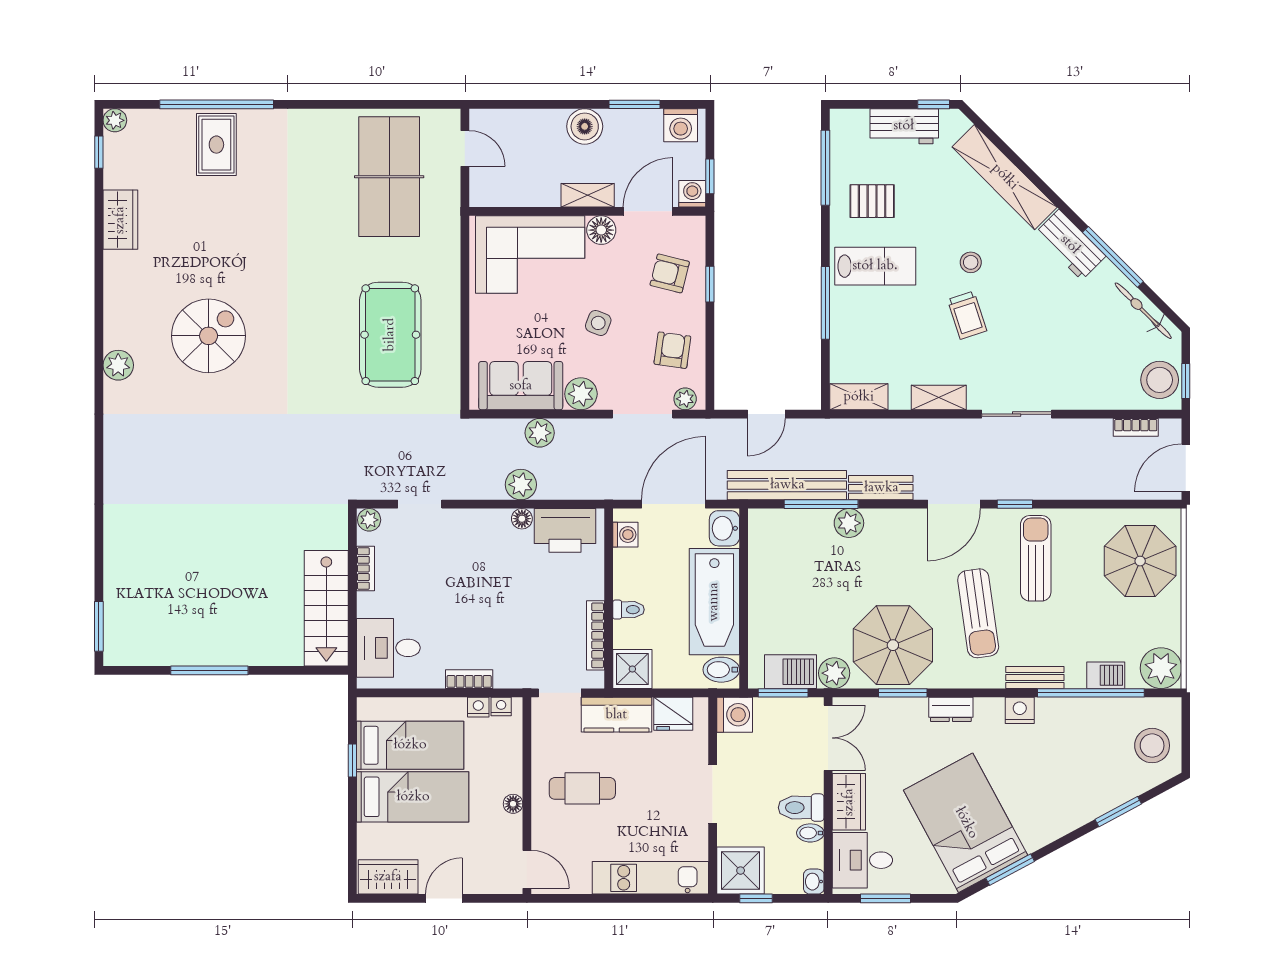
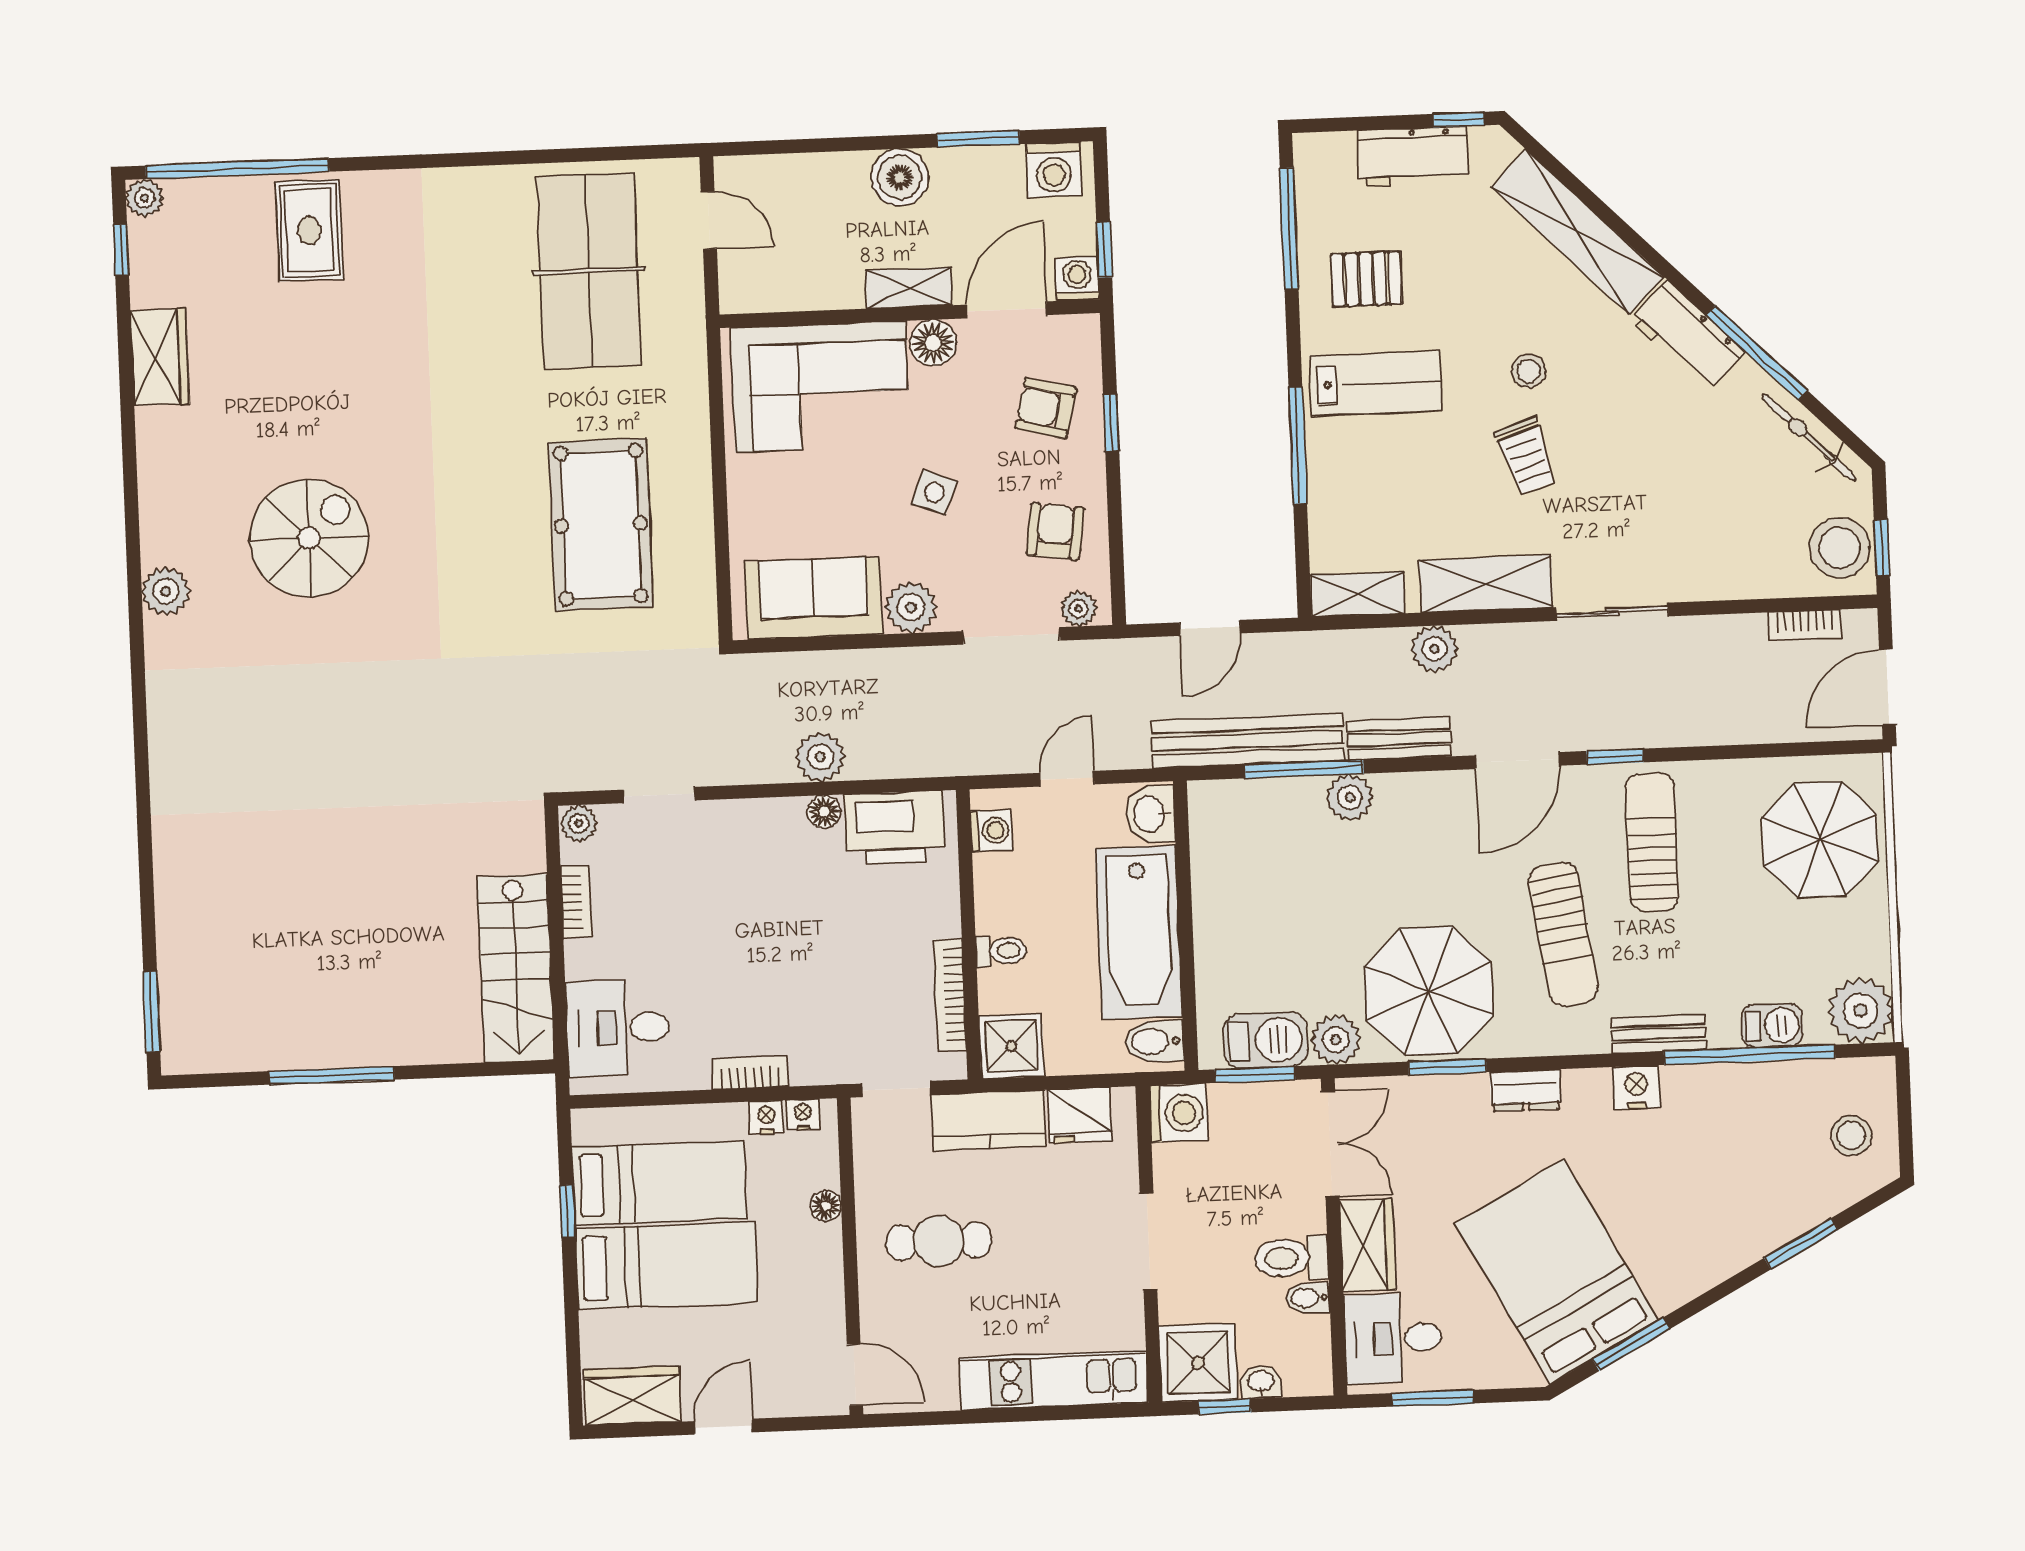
window: (217, 104) -> (237, 169), moved
shelving: (939, 398) -> (1486, 584), width x1.50, depth x1.33
plant: (540, 433) -> (1434, 649), moved
door: (673, 504) -> (1067, 779), width x0.53
stool: (1152, 746) -> (1851, 1135), width x0.73, depth x0.73
floor lamp: (513, 804) -> (826, 1206), moved
washbasin: (814, 882) -> (1261, 1382), moved, turned 90

